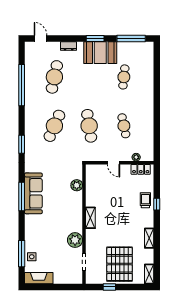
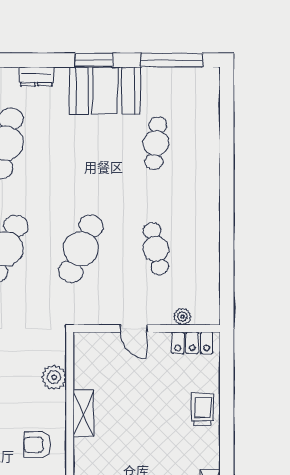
cafe table: (89, 126) -> (81, 249), turned 33
window: (157, 204) -> (227, 418), removed
armchair: (69, 216) -> (37, 445), added
shelving: (90, 218) -> (83, 413), moved

